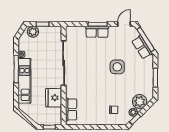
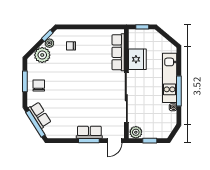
door: (124, 24) -> (115, 141), moved
plant: (33, 32) -> (136, 132), moved
side table: (117, 67) -> (67, 93), removed
chair: (143, 74) -> (39, 85), added
row of seats: (71, 109) -> (118, 52), width x1.48

